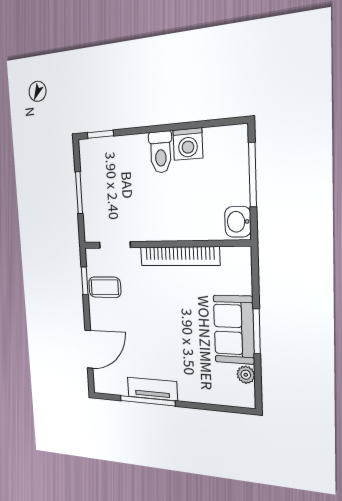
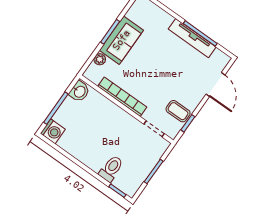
washing machine: (188, 144) -> (53, 131), moved, turned 90
toilet: (161, 152) -> (111, 169), moved
door: (89, 349) -> (216, 84), swing flipped
plant: (246, 375) -> (100, 59), moved
tv unit: (152, 389) -> (192, 38), width x1.41

